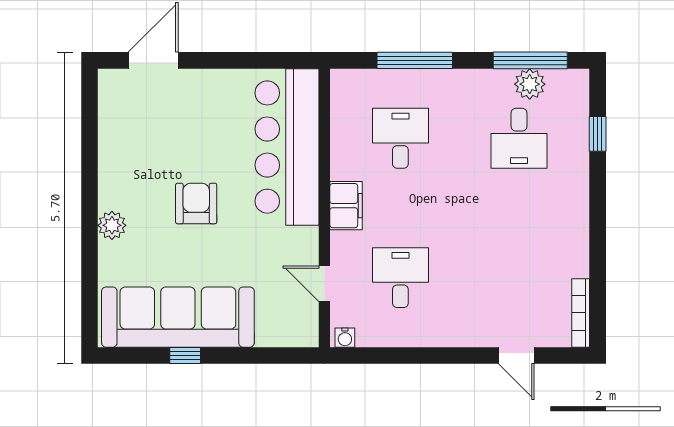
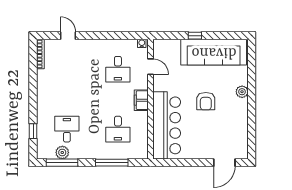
window: (185, 356) -> (195, 36), moved

